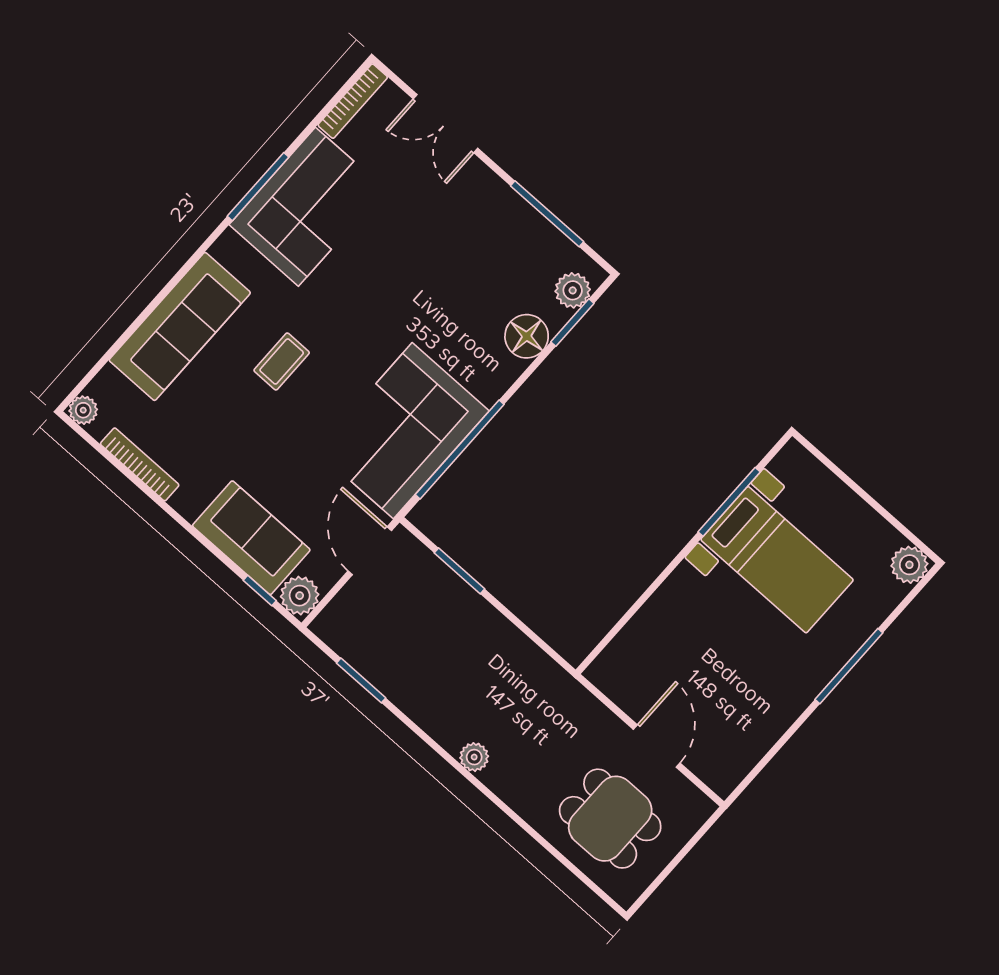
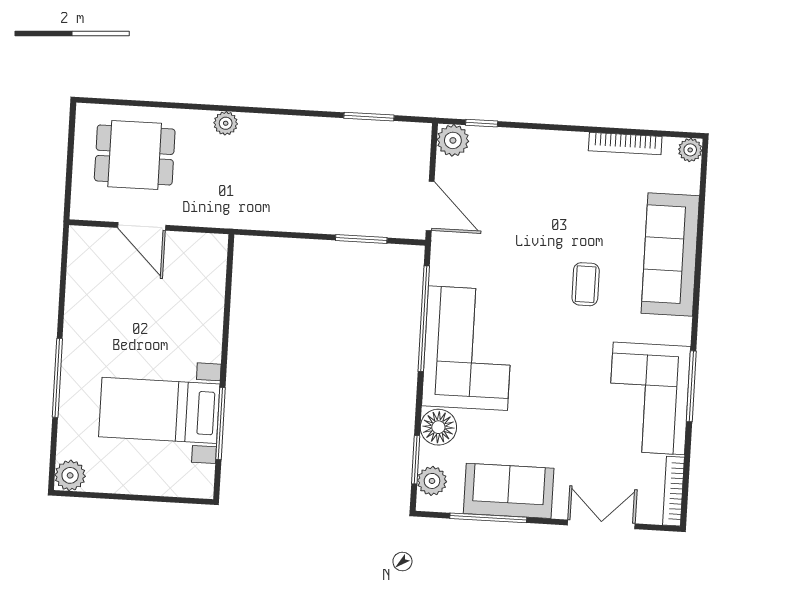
corner sofa: (403, 431) -> (468, 348), moved
sofa: (251, 538) -> (509, 491), moved, turned 180
plant: (474, 757) -> (226, 123), moved

